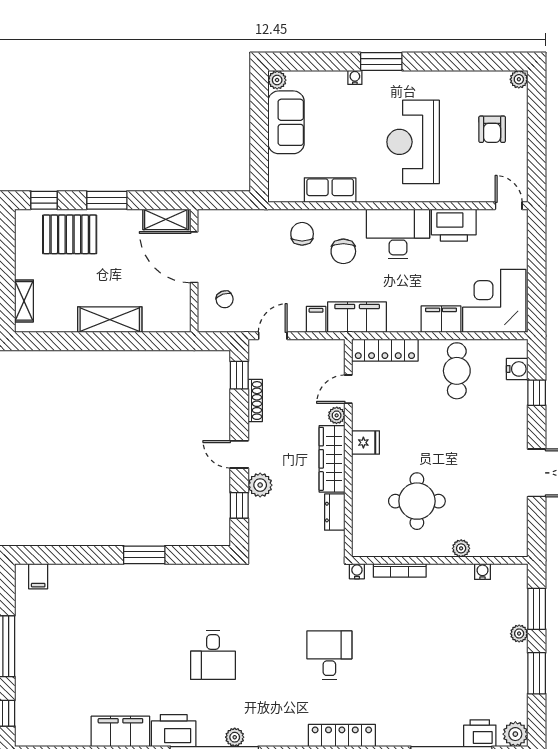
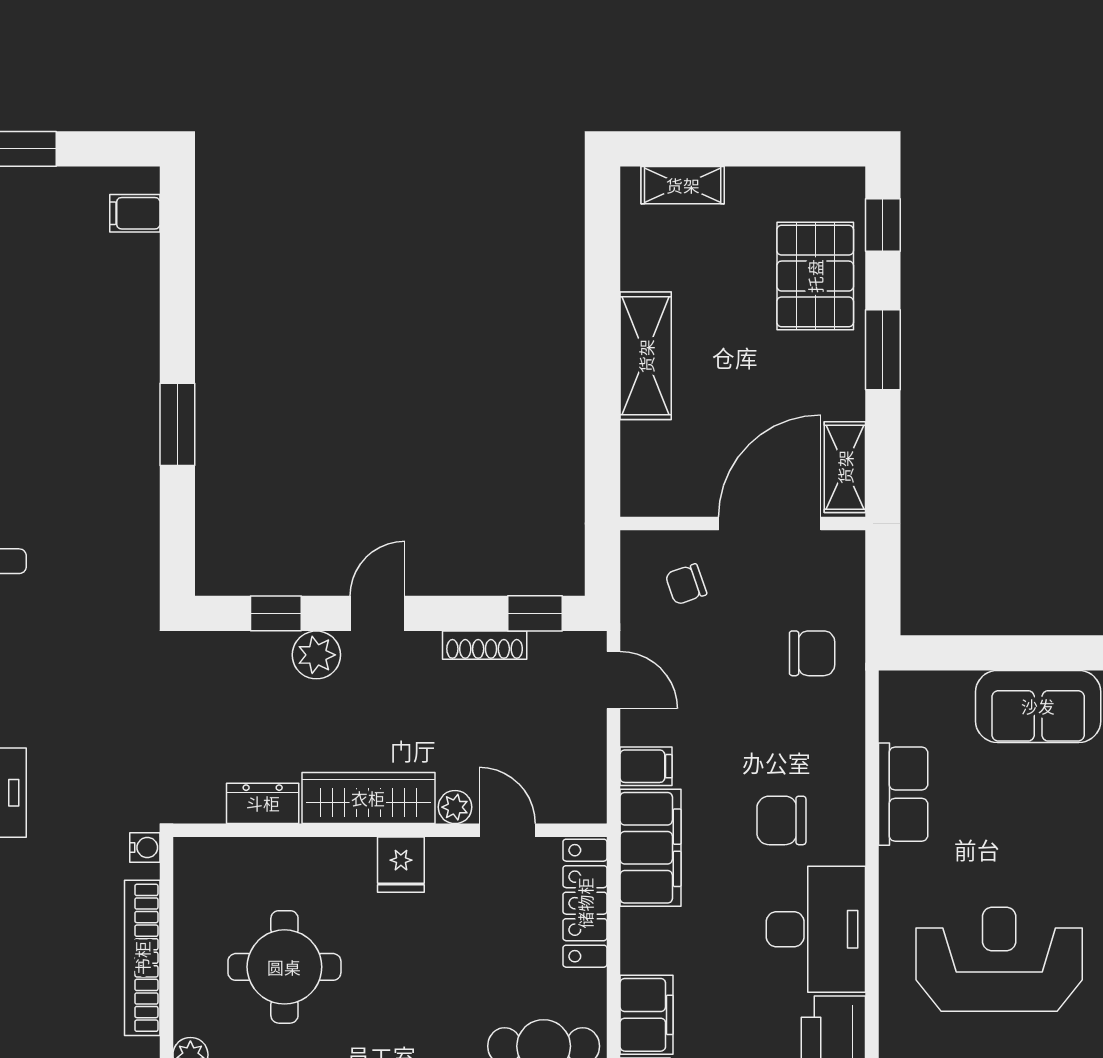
chair: (302, 234) -> (812, 653), moved
bookcase: (400, 570) -> (142, 958), width x1.48, depth x1.31

